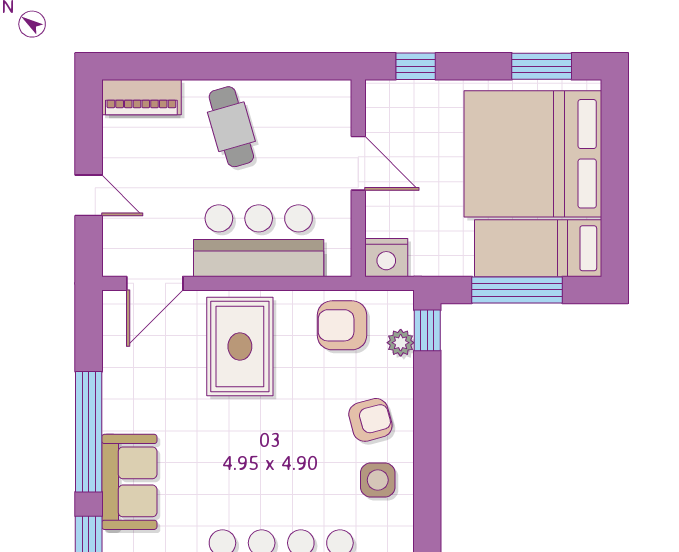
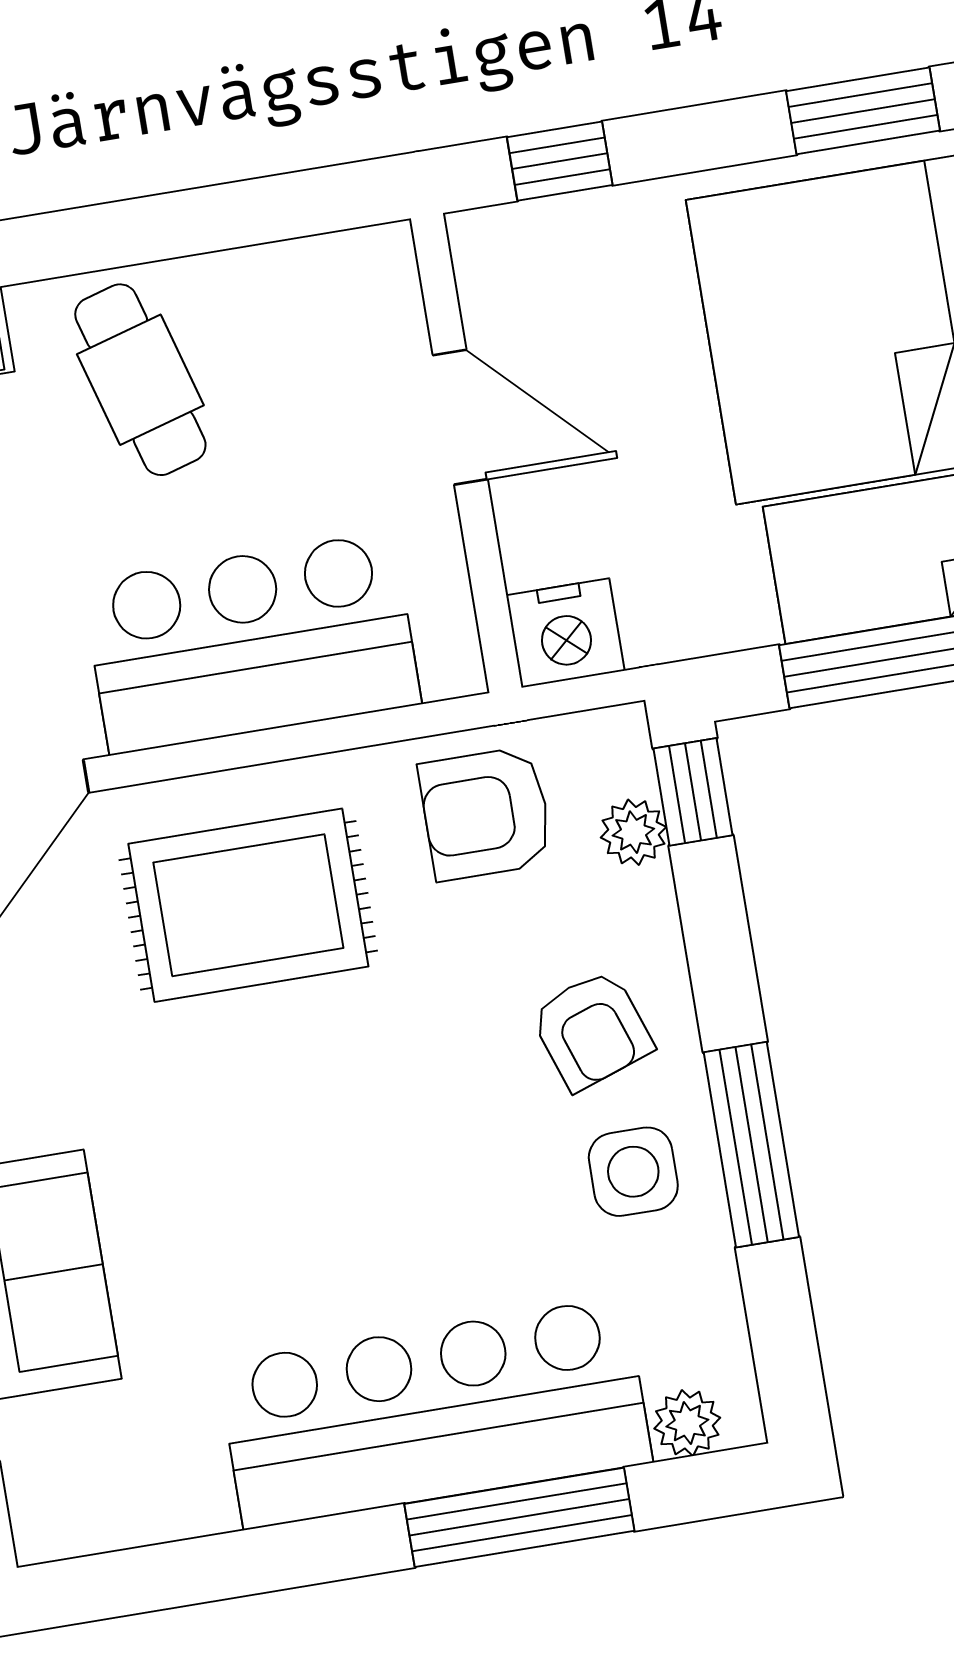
rug: (240, 346) -> (248, 905), turned 90
armchair: (370, 420) -> (592, 1030), turned 86
window: (427, 477) -> (751, 1145), added

